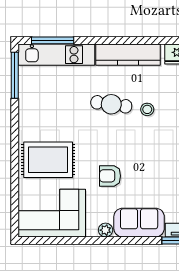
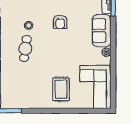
rug: (48, 160) -> (61, 89), width x0.73, depth x0.70
armchair: (110, 176) -> (60, 22), moved

